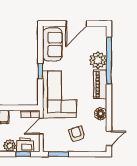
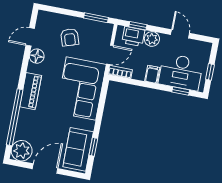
plant: (98, 60) -> (22, 151), moved
window: (40, 71) -> (93, 147), moved
door: (109, 138) -> (30, 37), moved

